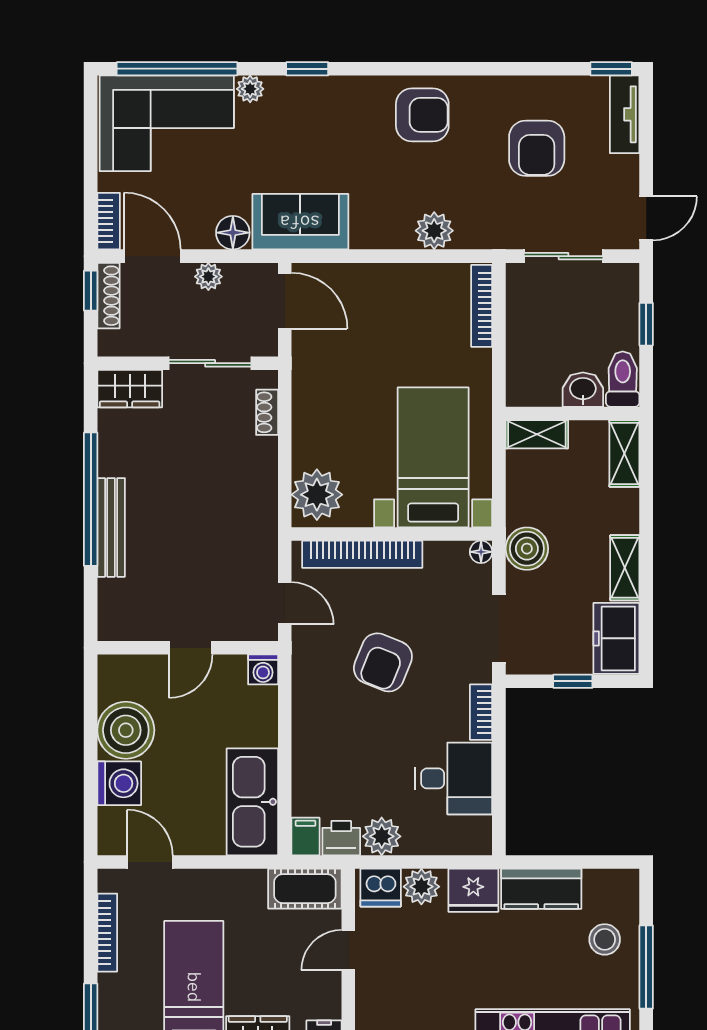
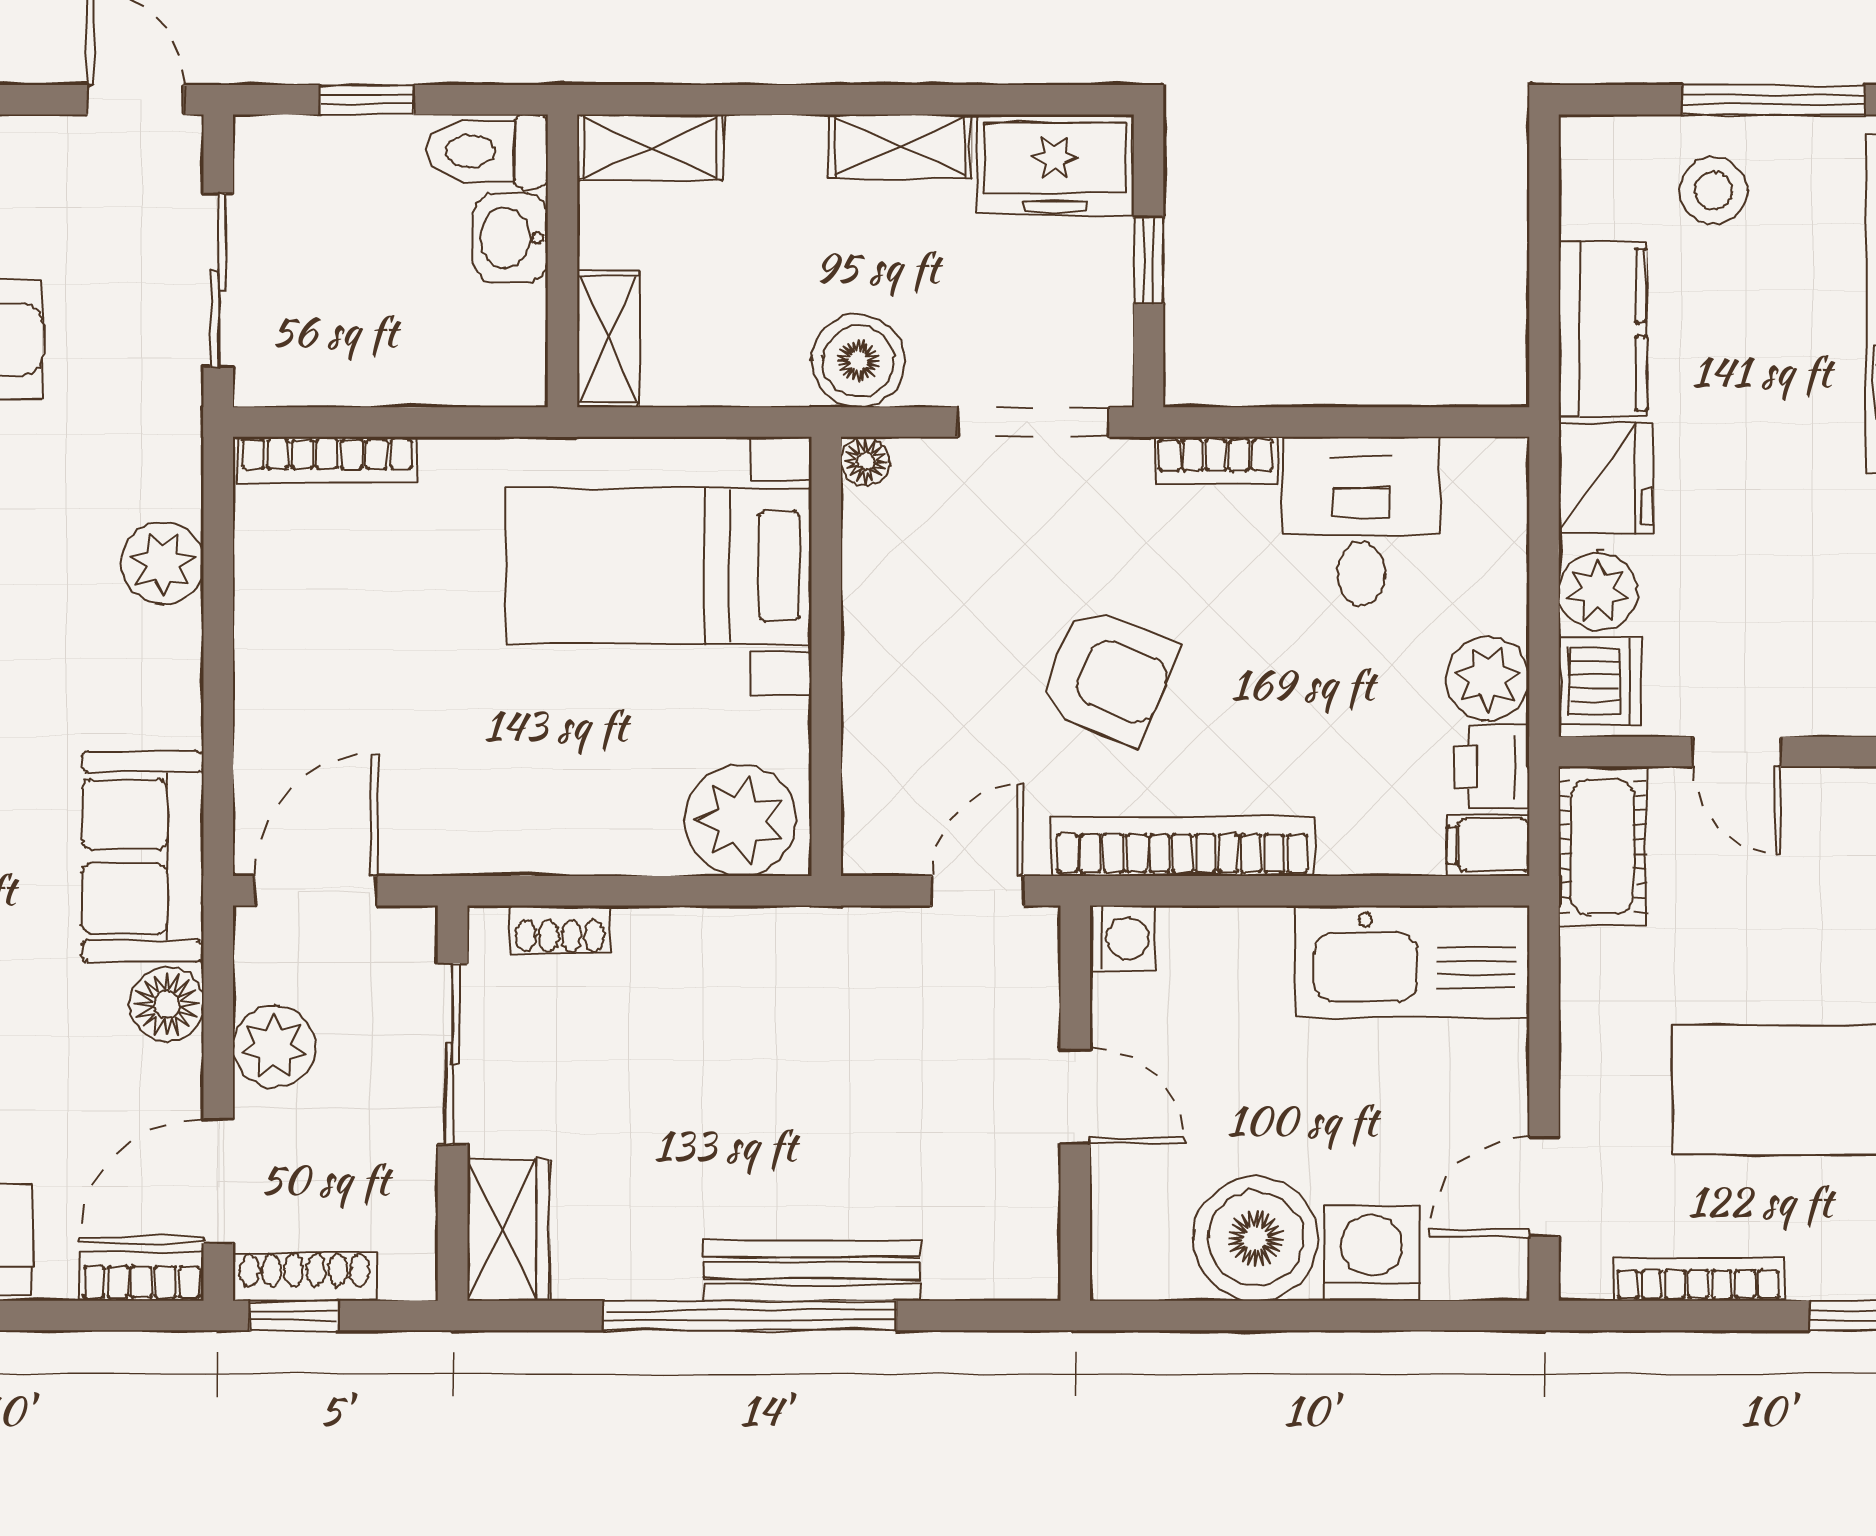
plant: (208, 277) -> (274, 1046), width x1.38, depth x1.38
bookcase: (362, 554) -> (1182, 846), moved, turned -90

